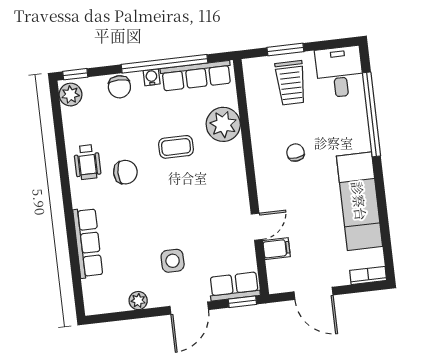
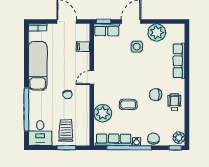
door: (257, 227) -> (92, 78), moved
plant: (138, 301) -> (157, 32), width x1.87, depth x1.87

